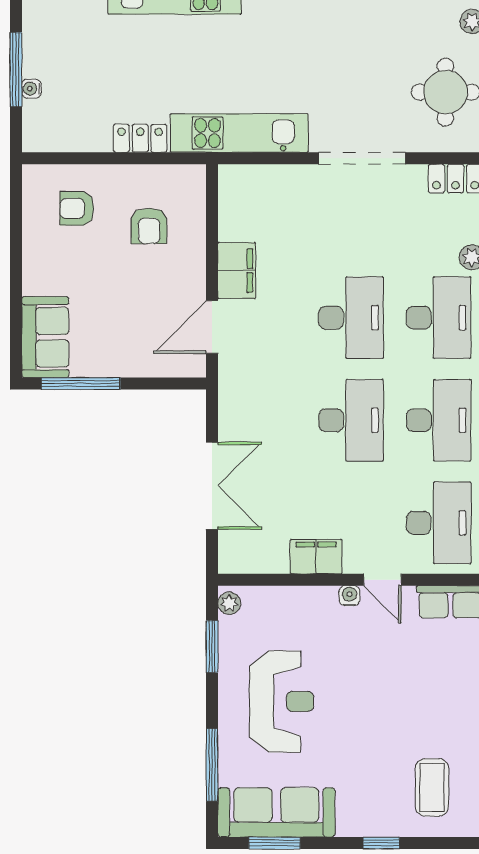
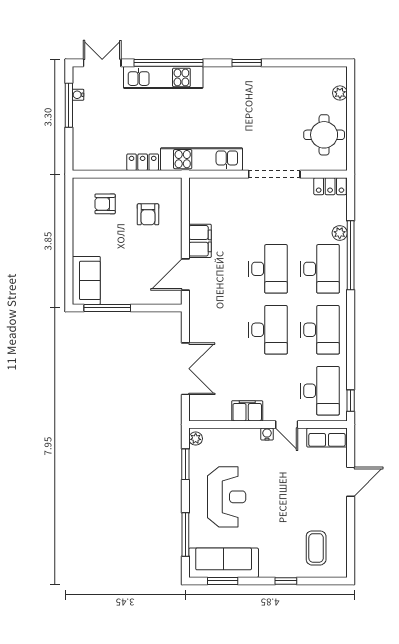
window: (16, 70) -> (69, 105), moved
water cooler: (31, 89) -> (78, 95), moved

